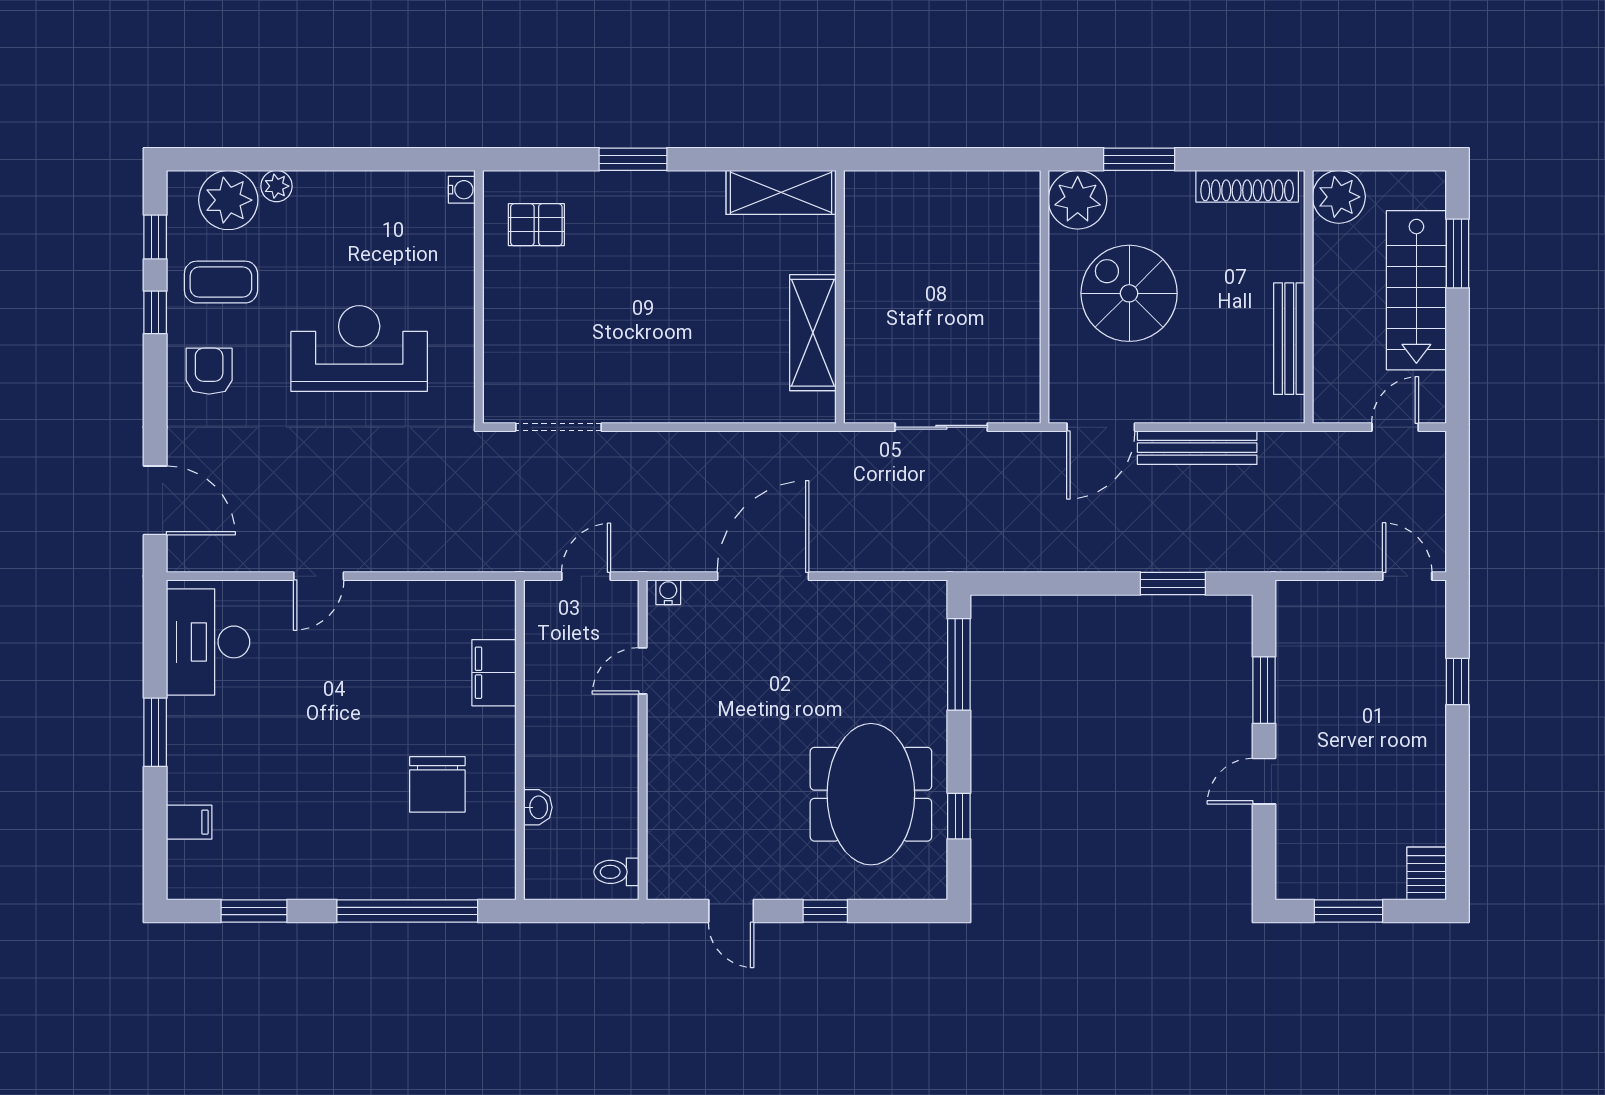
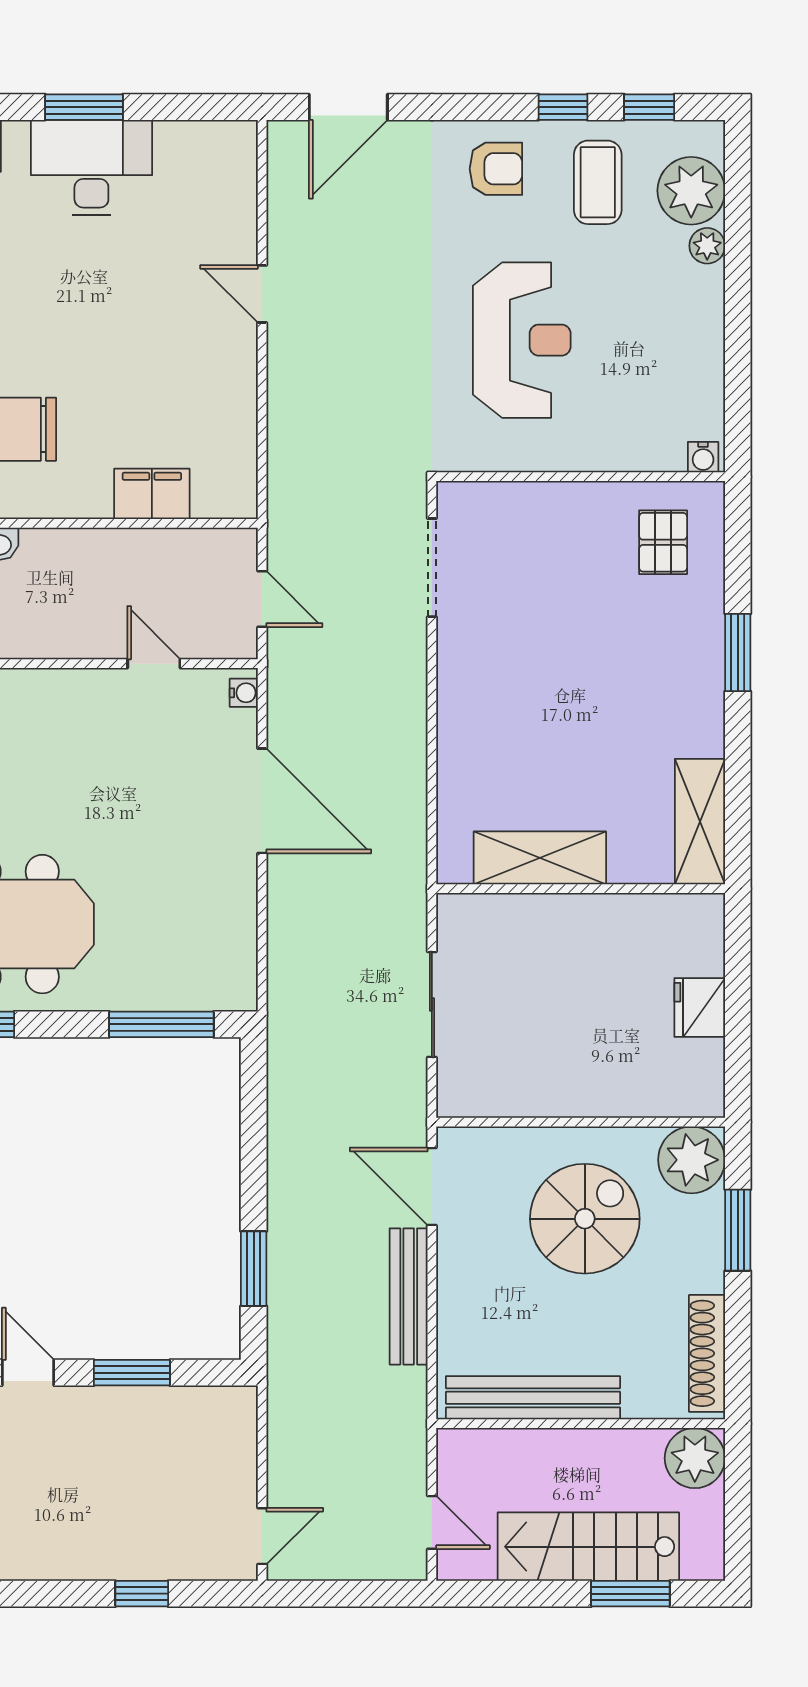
fridge: (944, 193) -> (700, 1007), added
bench: (1289, 339) -> (533, 1398), width x1.37, depth x1.21
desk: (208, 642) -> (91, 168), moved

